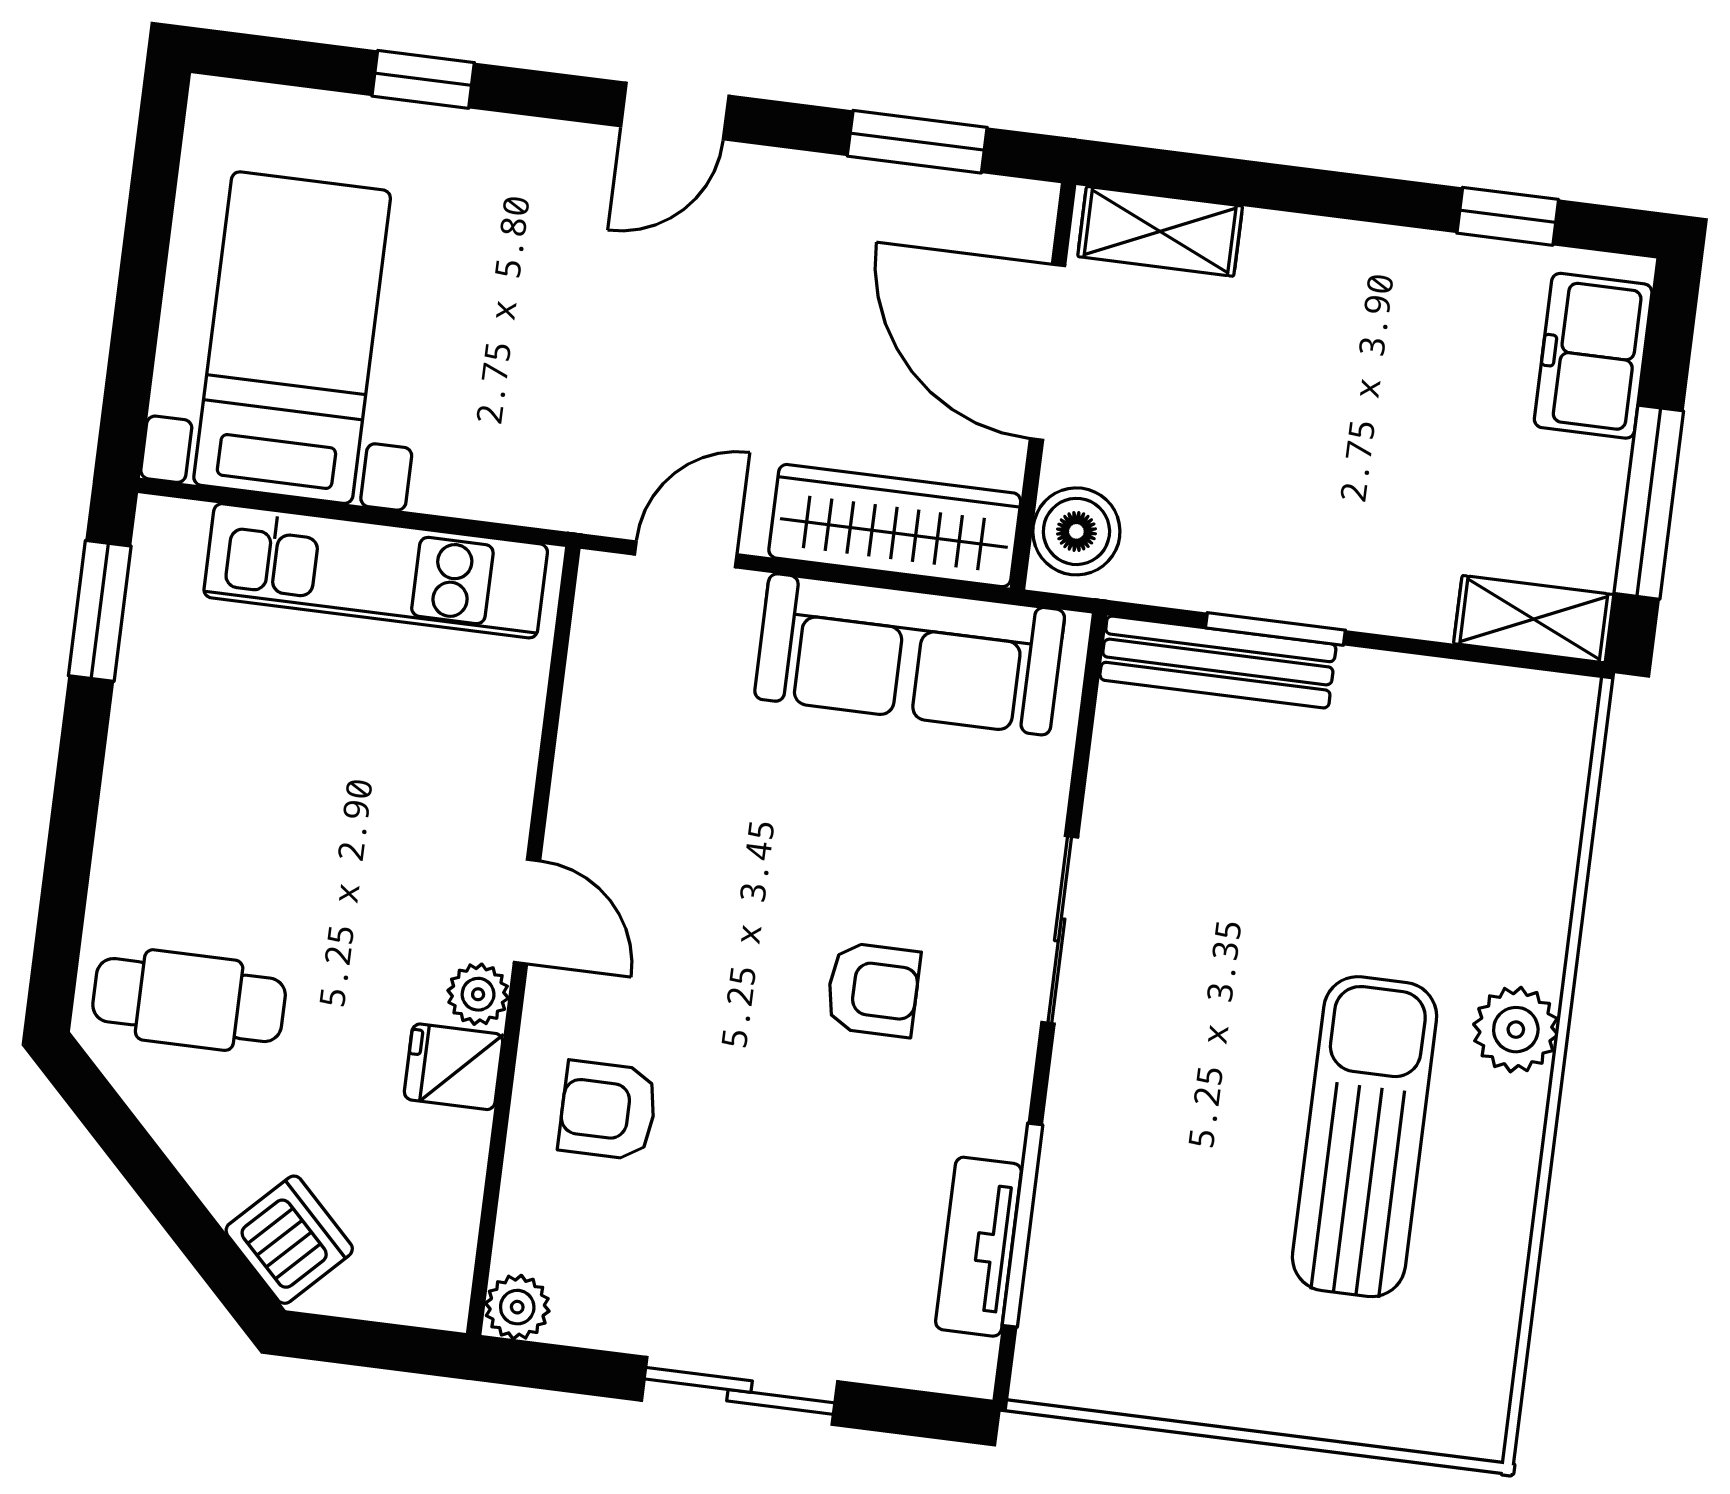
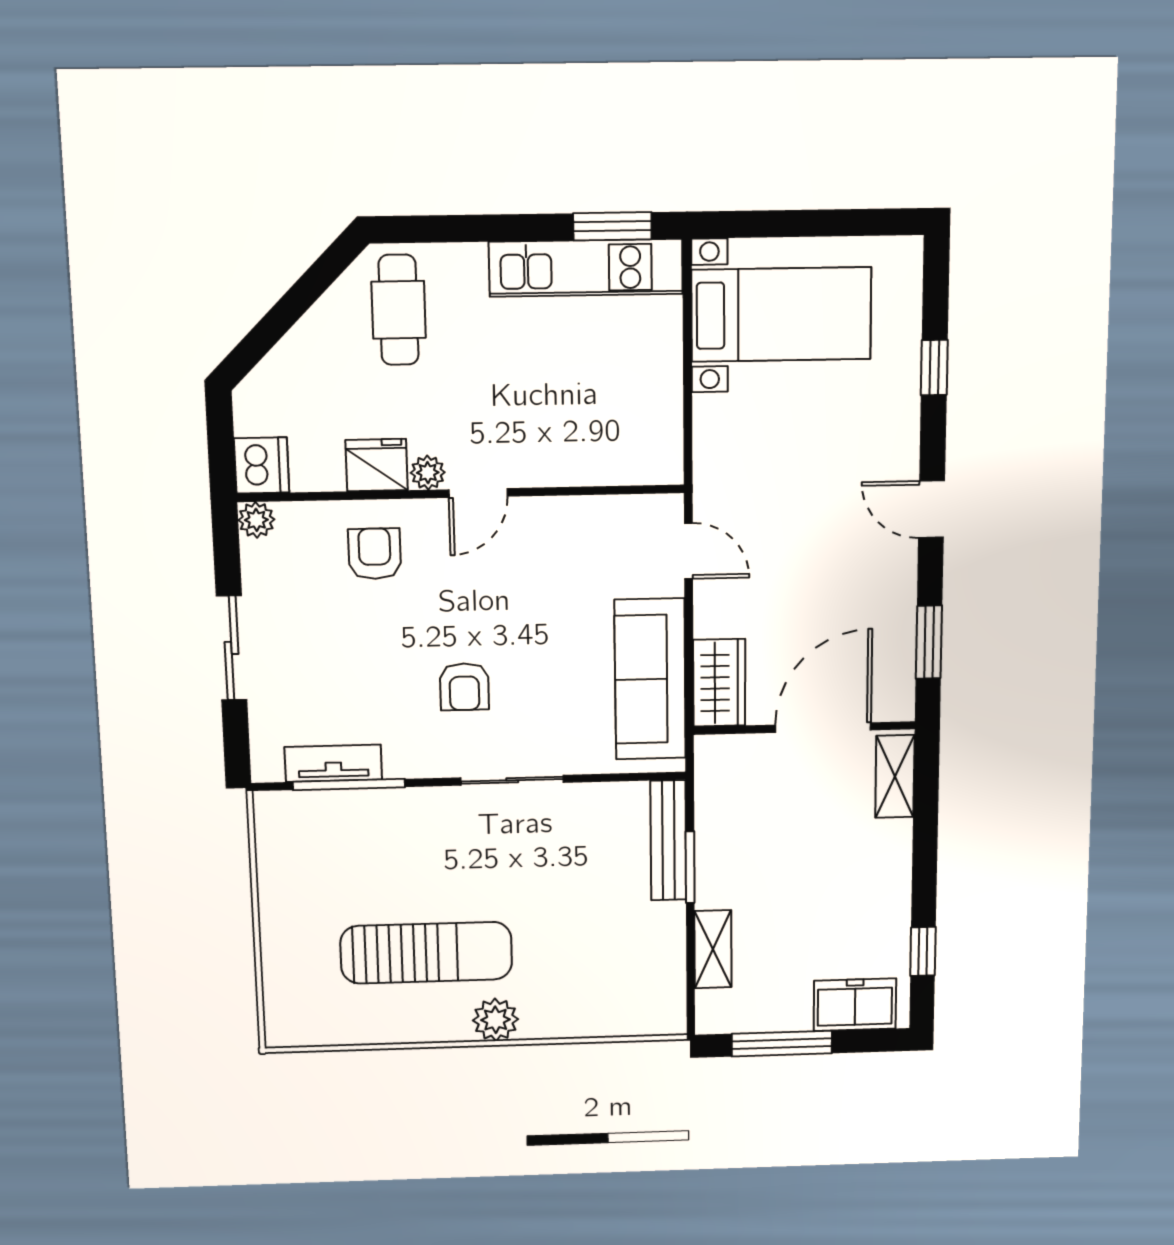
wardrobe: (895, 526) -> (719, 683), width x0.67
boiler: (1076, 531) -> (729, 757), removed
kitchen unit: (376, 571) -> (586, 268), moved, turned -90
shelving: (1534, 619) -> (713, 949), moved
fridge: (454, 1067) -> (377, 465), width x1.38
dishwasher: (289, 1240) -> (262, 465), moved, turned -45

